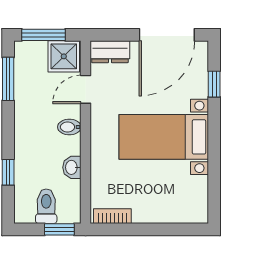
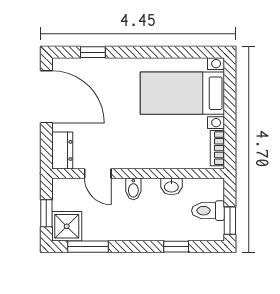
window: (43, 35) -> (46, 213), width x0.67
shower: (64, 56) -> (67, 226), moved
bed with nightstands: (164, 137) -> (182, 93), moved, turned 90
window: (59, 229) -> (230, 221), moved

